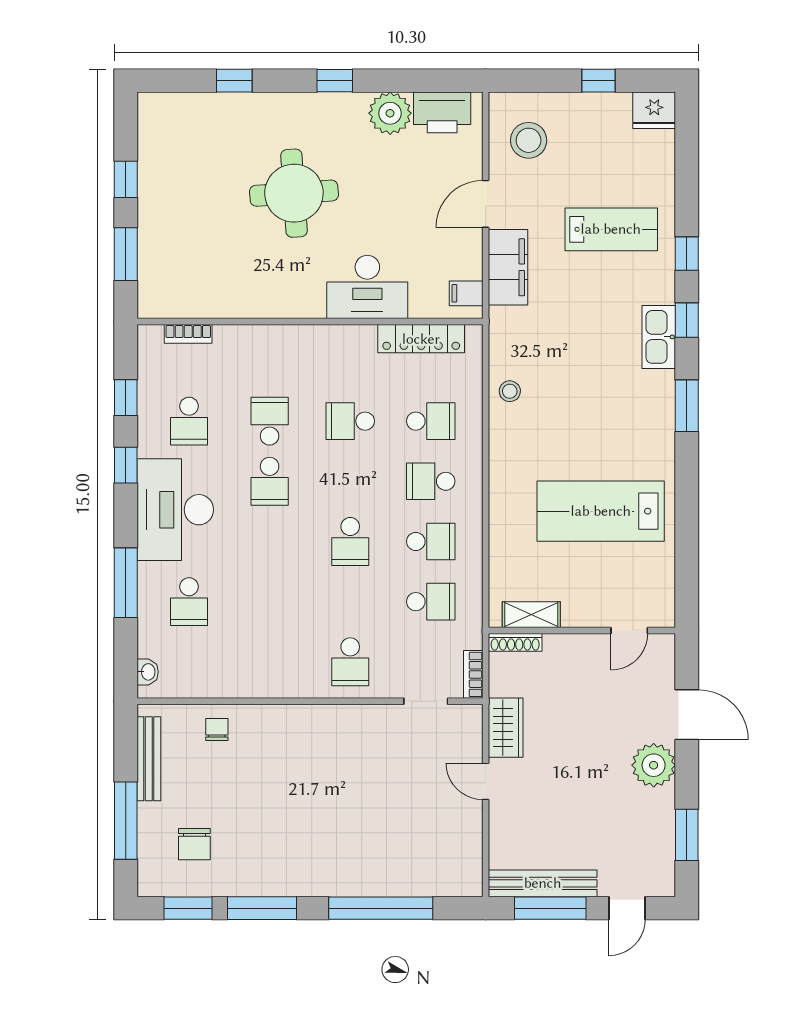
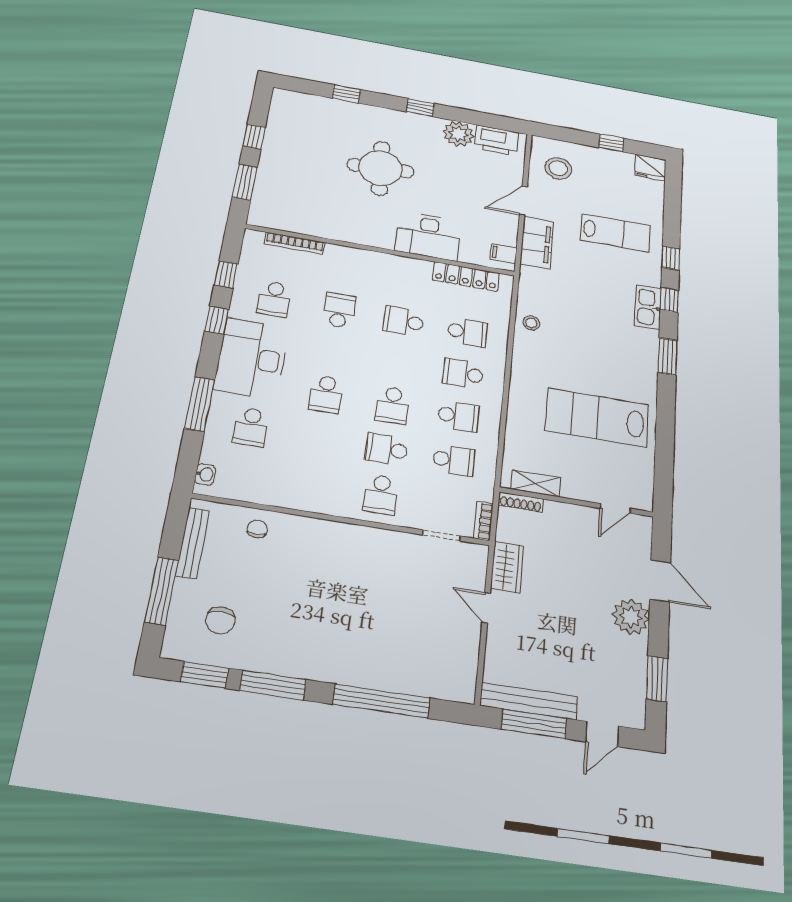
bookcase: (188, 334) -> (295, 243), width x1.56
school desk: (270, 481) -> (326, 394), moved
school desk: (350, 602) -> (387, 449), added

